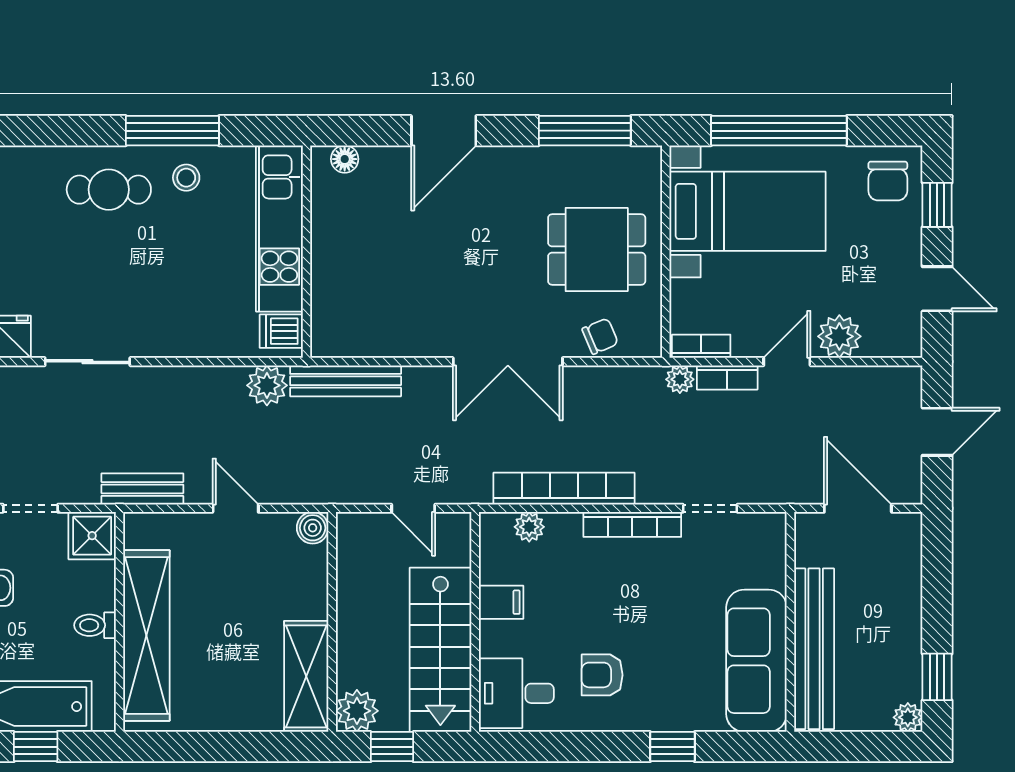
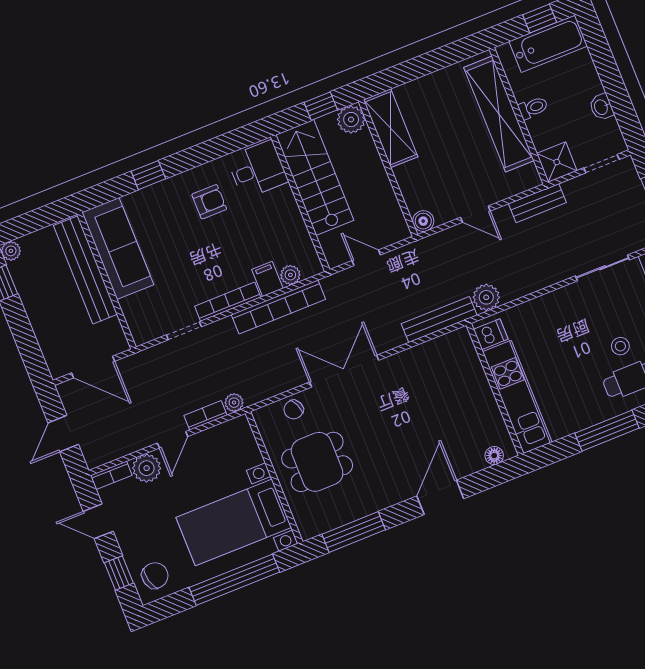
stool: (186, 178) -> (620, 346), moved
chair: (888, 181) -> (155, 576), turned 76
bookcase: (701, 346) -> (111, 475), moved
filing cabinet: (501, 602) -> (267, 279), moved, turned 90

